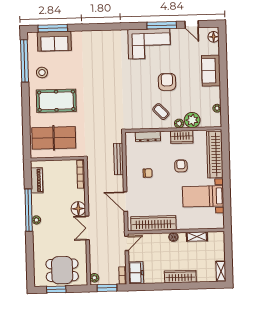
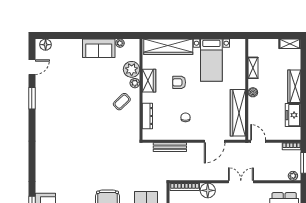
window: (162, 25) -> (32, 98), width x0.69
corner sofa: (149, 44) -> (51, 112), removed
sofa: (211, 71) -> (99, 48), moved
armchair: (167, 82) -> (91, 94), removed
floor lamp: (78, 209) -> (208, 190), moved
double door: (87, 228) -> (241, 182), swing flipped
freezer: (136, 273) -> (293, 115), moved, turned -90

